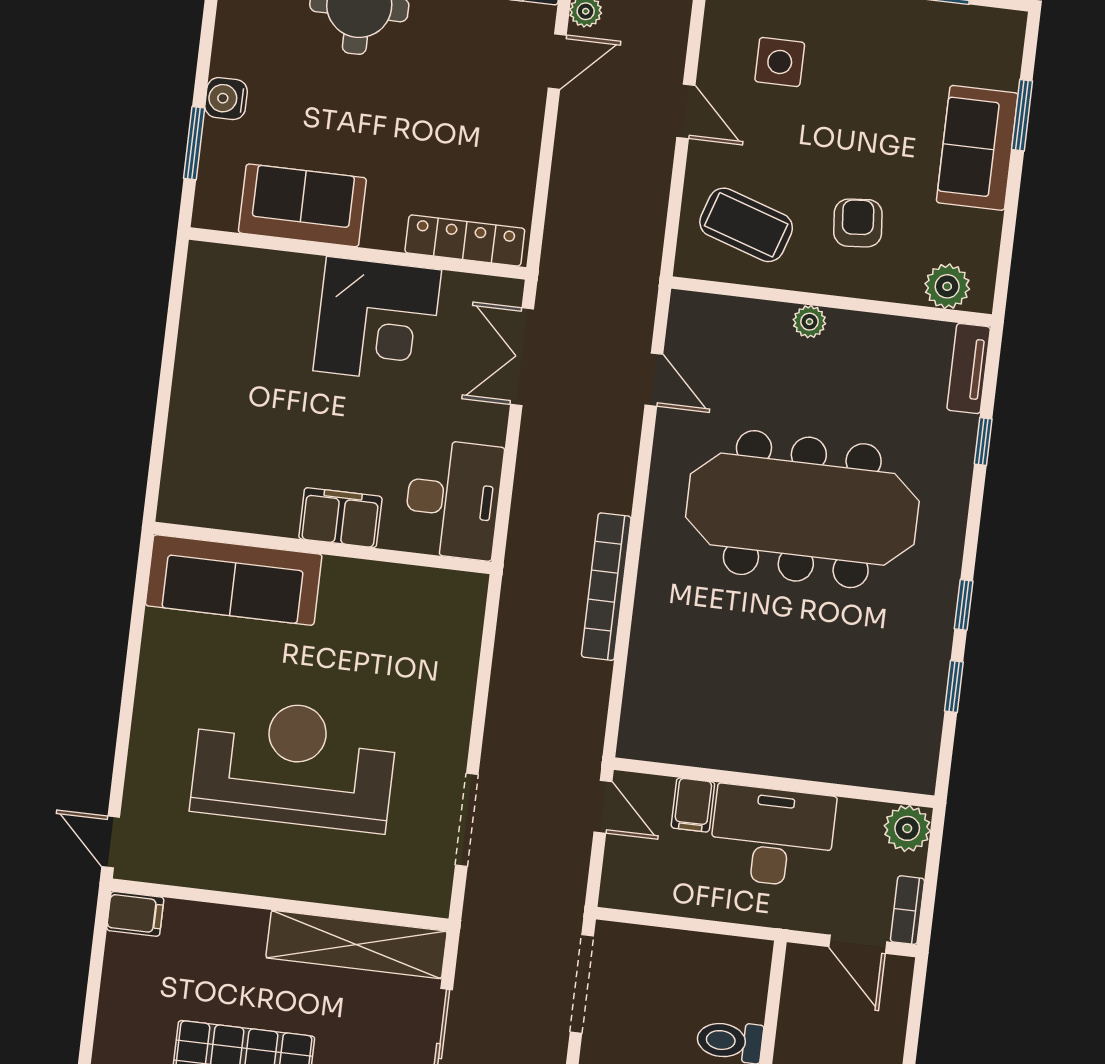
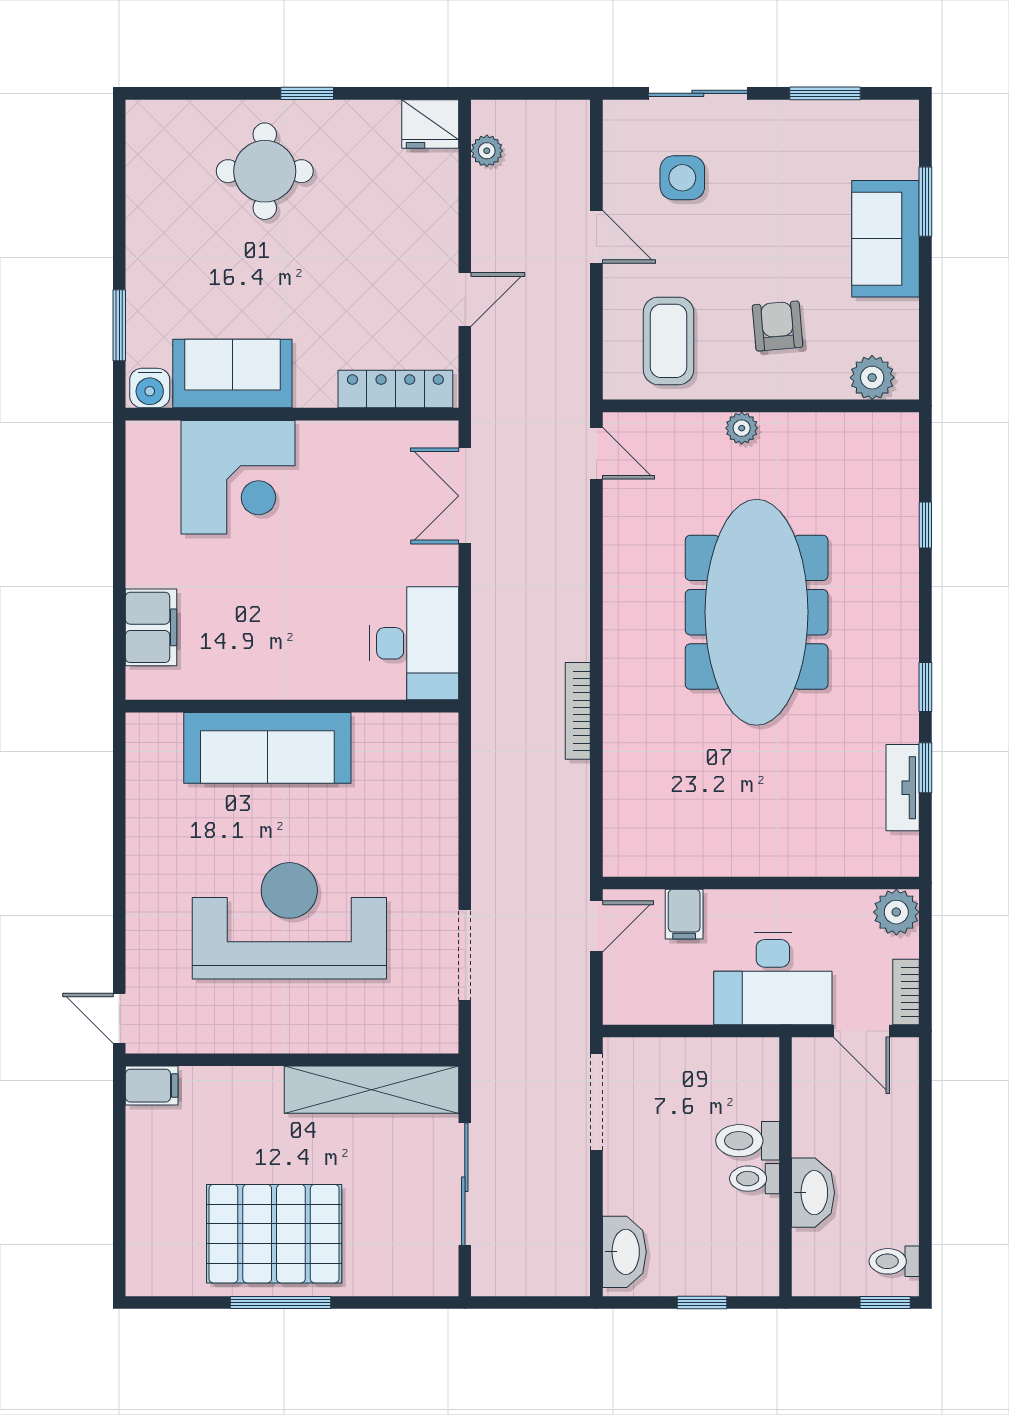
door: (557, 61) -> (465, 300), moved
water cooler: (226, 99) -> (150, 388), moved, turned -90
coffee table: (746, 225) -> (668, 341), turned 72
corner desk: (377, 320) -> (238, 477), moved
tv unit: (969, 368) -> (903, 788), moved
door: (654, 380) -> (596, 453), moved
meeting table: (802, 509) -> (757, 612), turned 90
filing cabinet: (340, 518) -> (151, 627), moved, turned 90
sofa: (234, 580) -> (267, 748), moved
bookcase: (606, 587) -> (578, 711), width x0.68, depth x0.76
door: (603, 807) -> (596, 926), hinge flipped
desk: (772, 836) -> (773, 978), moved, turned 180

